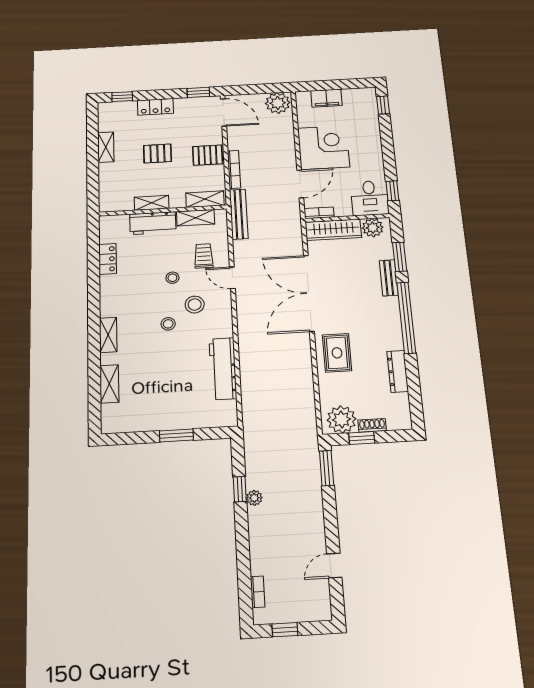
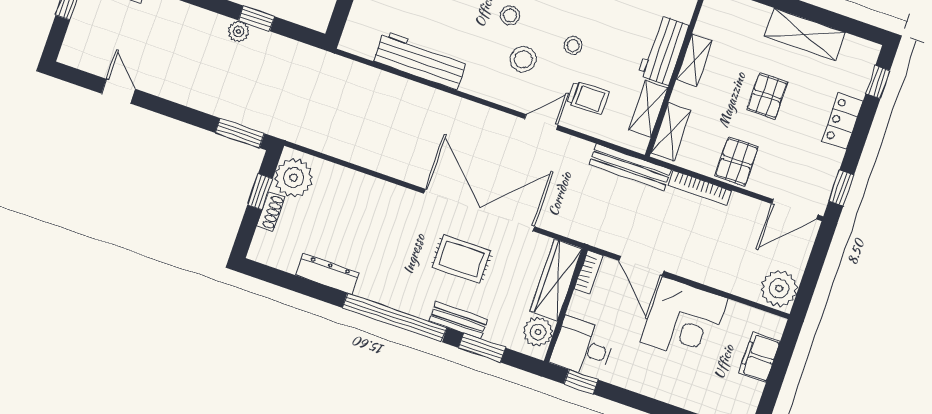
shelving: (106, 147) -> (805, 34), width x1.50, depth x1.33
rug: (337, 353) -> (461, 259), moved

